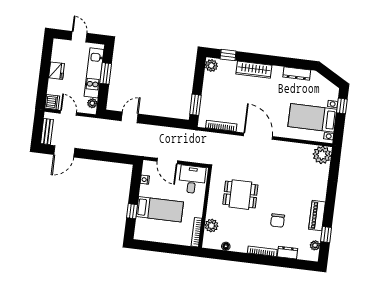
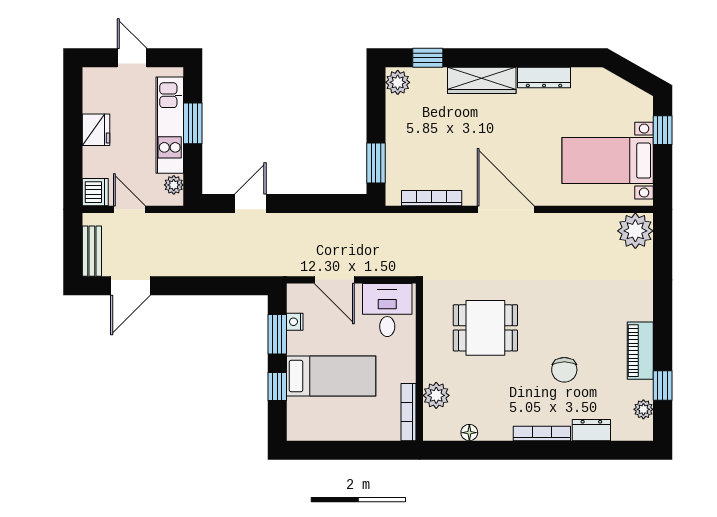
dresser: (297, 73) -> (544, 78), moved
window: (135, 185) -> (277, 334), added

